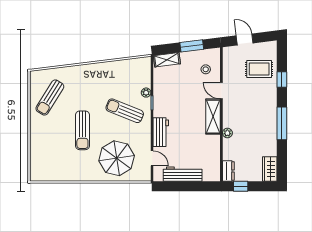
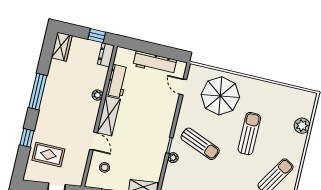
workbench: (161, 132) -> (117, 81), moved, turned 180
plant: (37, 149) -> (302, 126), added

